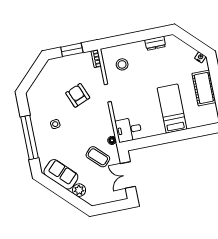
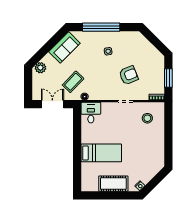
dresser: (155, 43) -> (160, 150), removed
plant: (79, 190) -> (40, 68), moved

